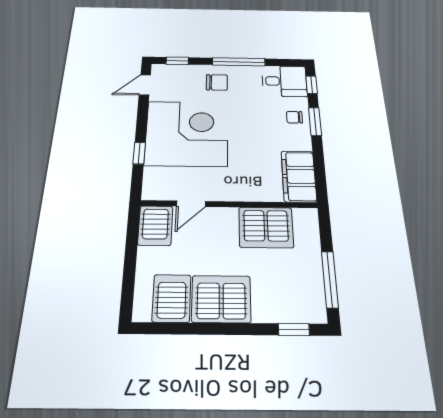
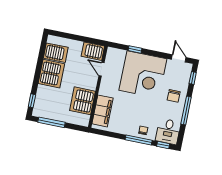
window: (315, 122) -> (139, 140), width x1.44
filing cabinet: (299, 176) -> (102, 111), moved, turned 90

